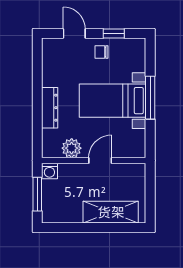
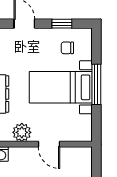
chair: (101, 52) -> (67, 48), moved
door: (100, 161) -> (49, 144), swing flipped

